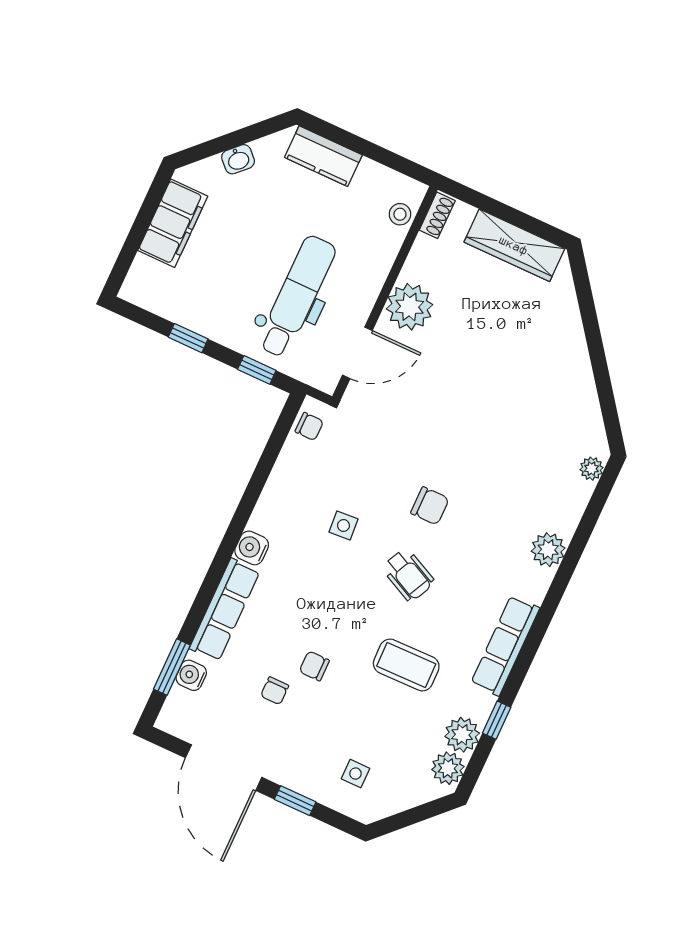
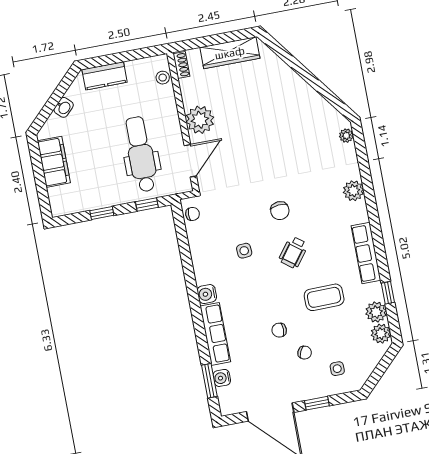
chair: (430, 506) -> (280, 211), turned 85
wheelchair: (408, 575) -> (293, 252), turned 101
chair: (275, 691) -> (305, 353), moved, turned -66

